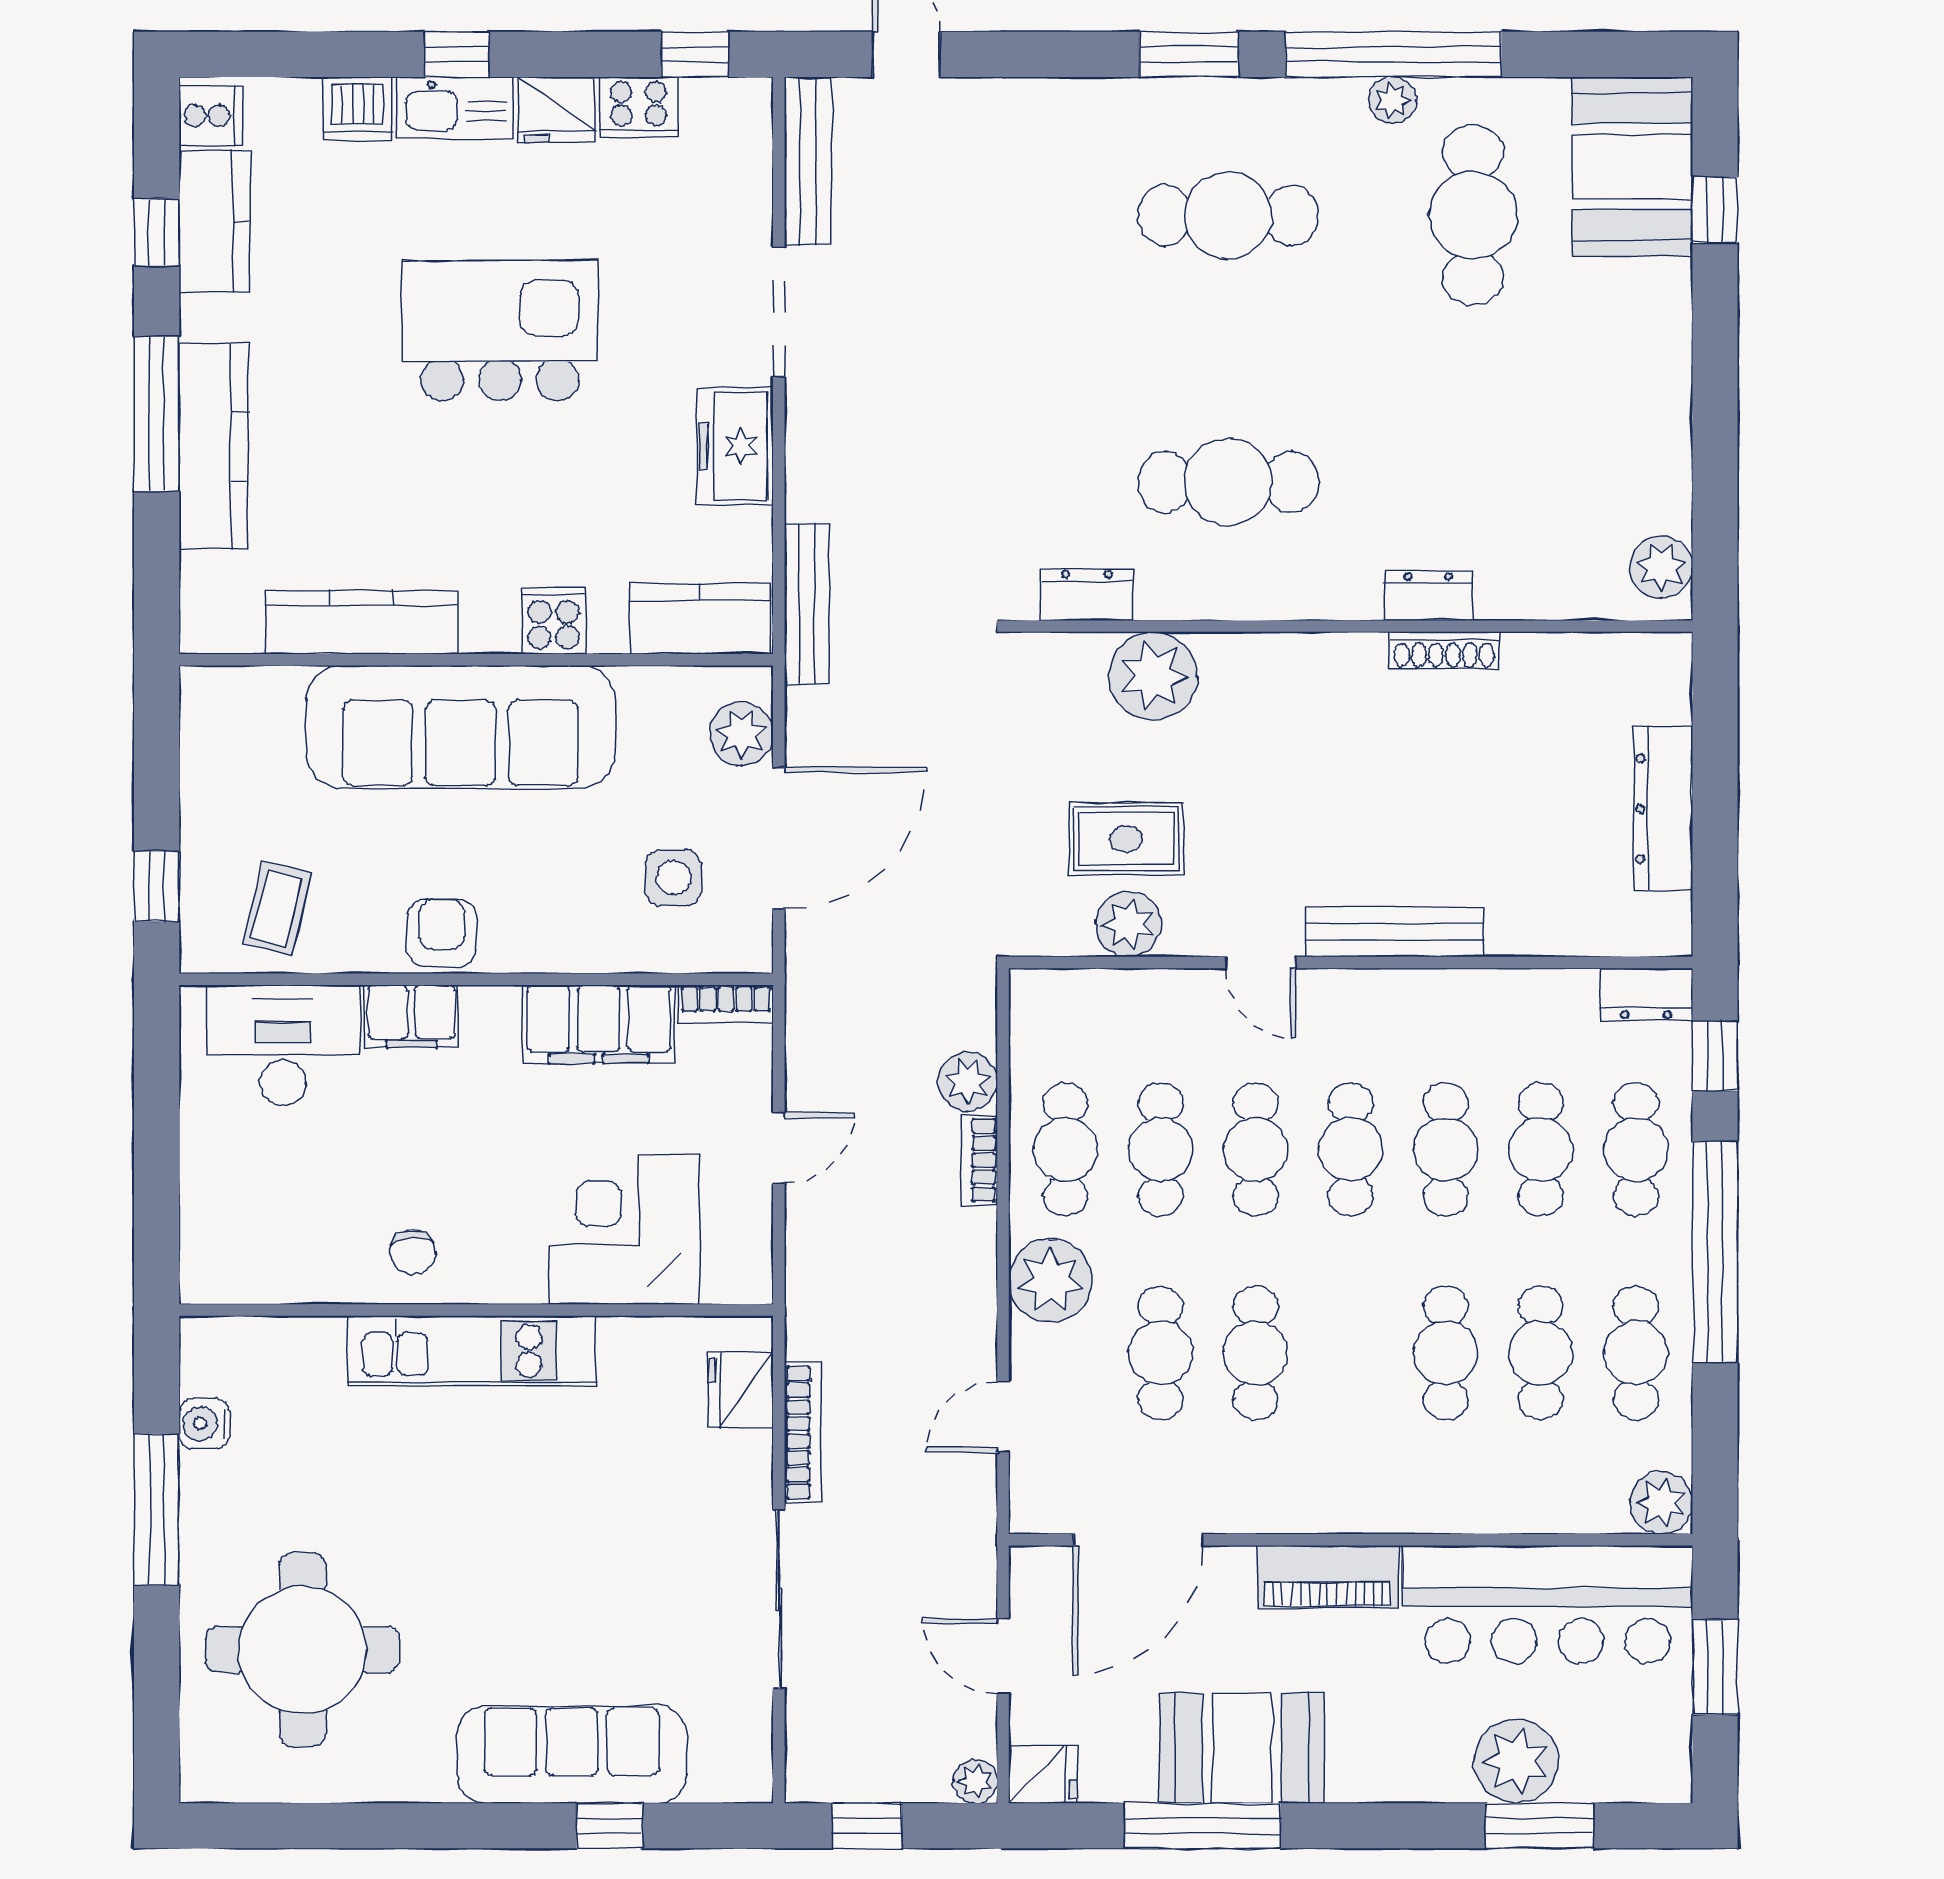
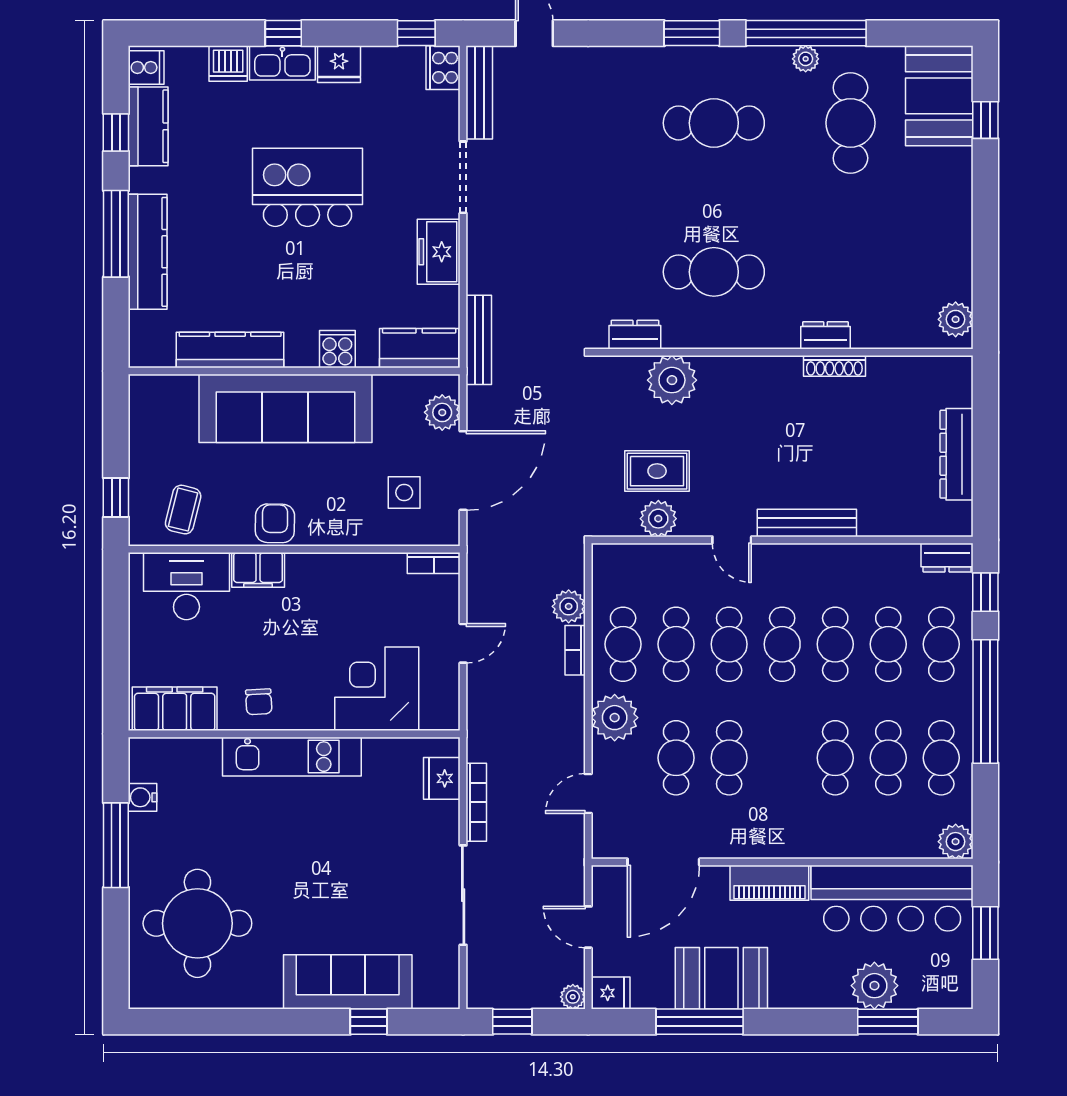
cooker: (639, 107) -> (443, 68), moved, turned 90
filing cabinet: (599, 1024) -> (175, 709), moved, turned 180

